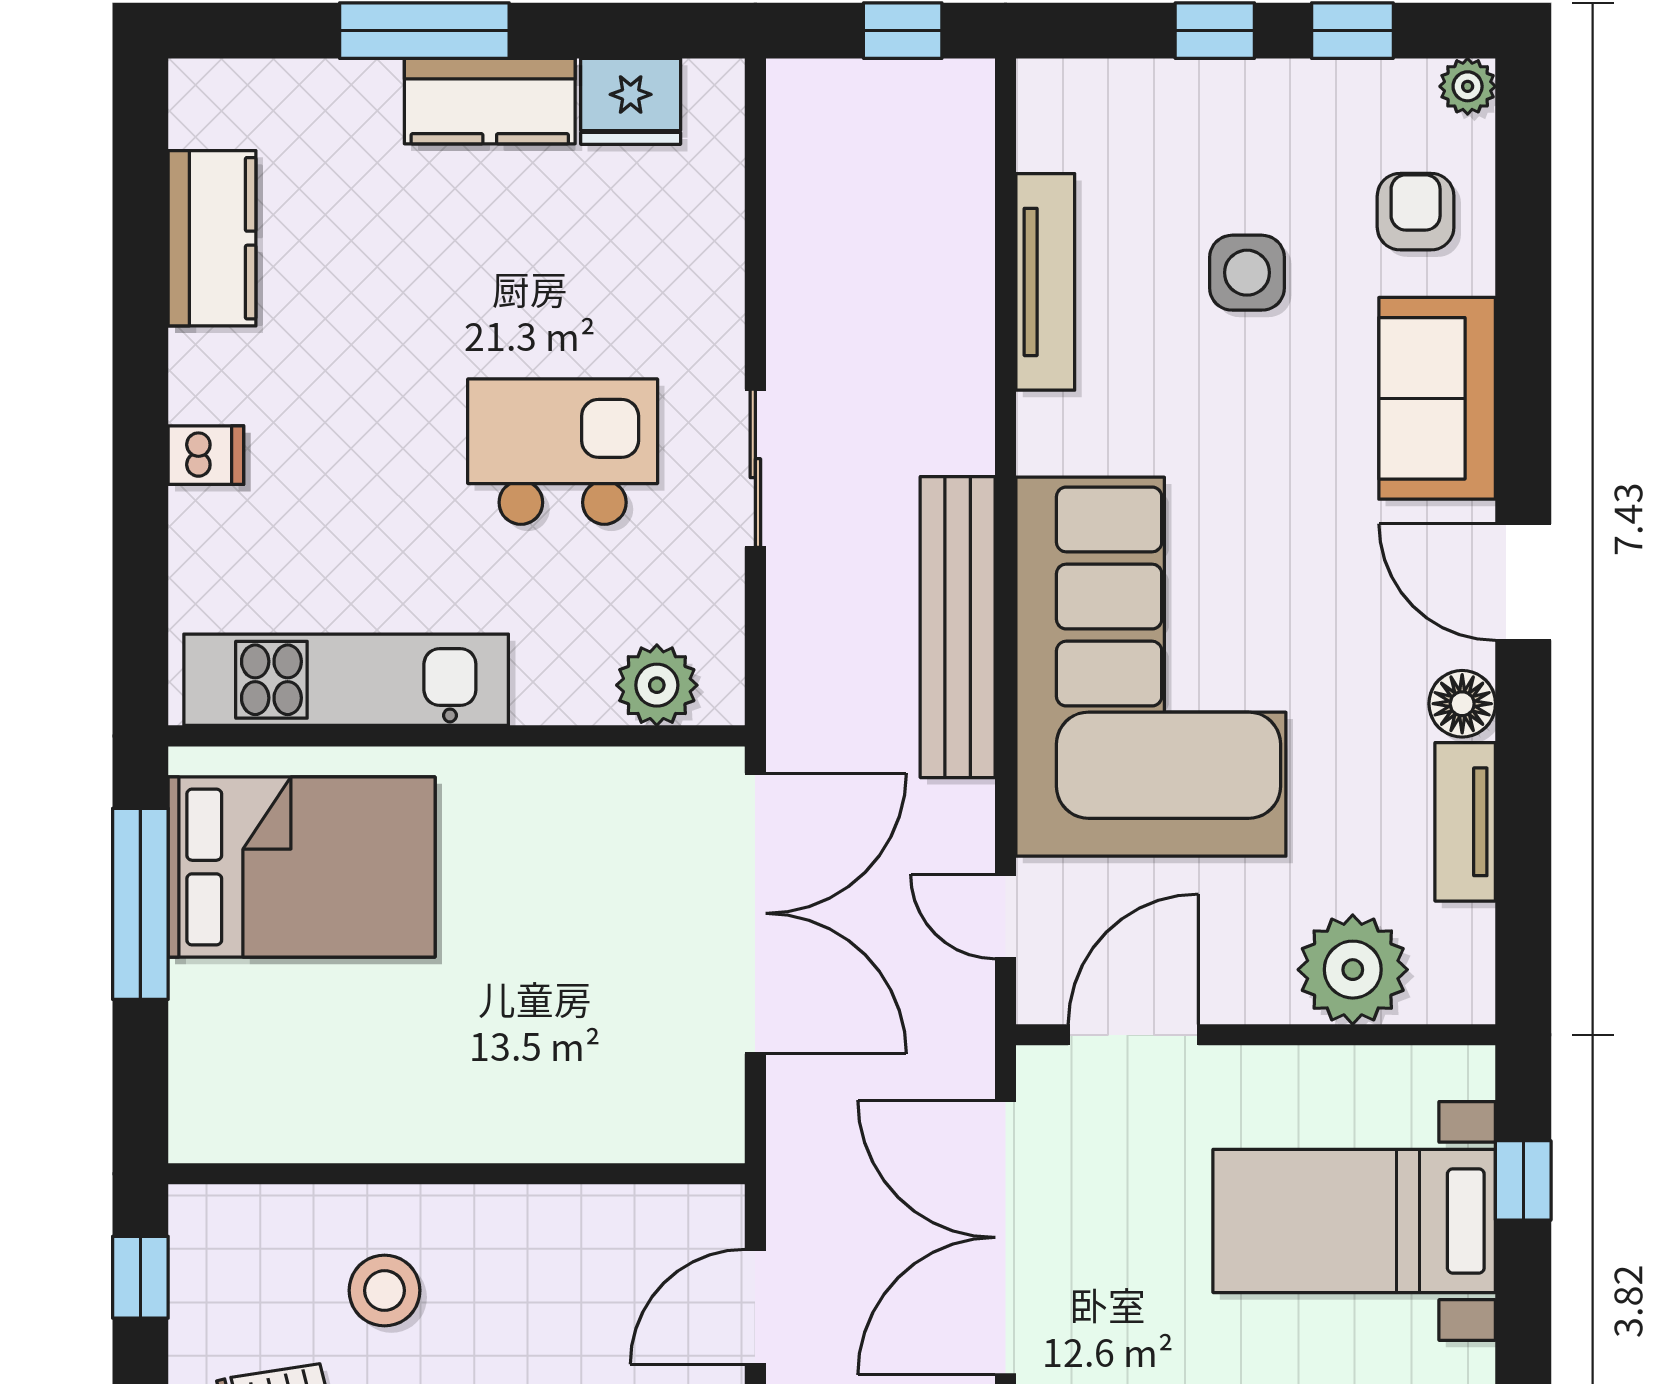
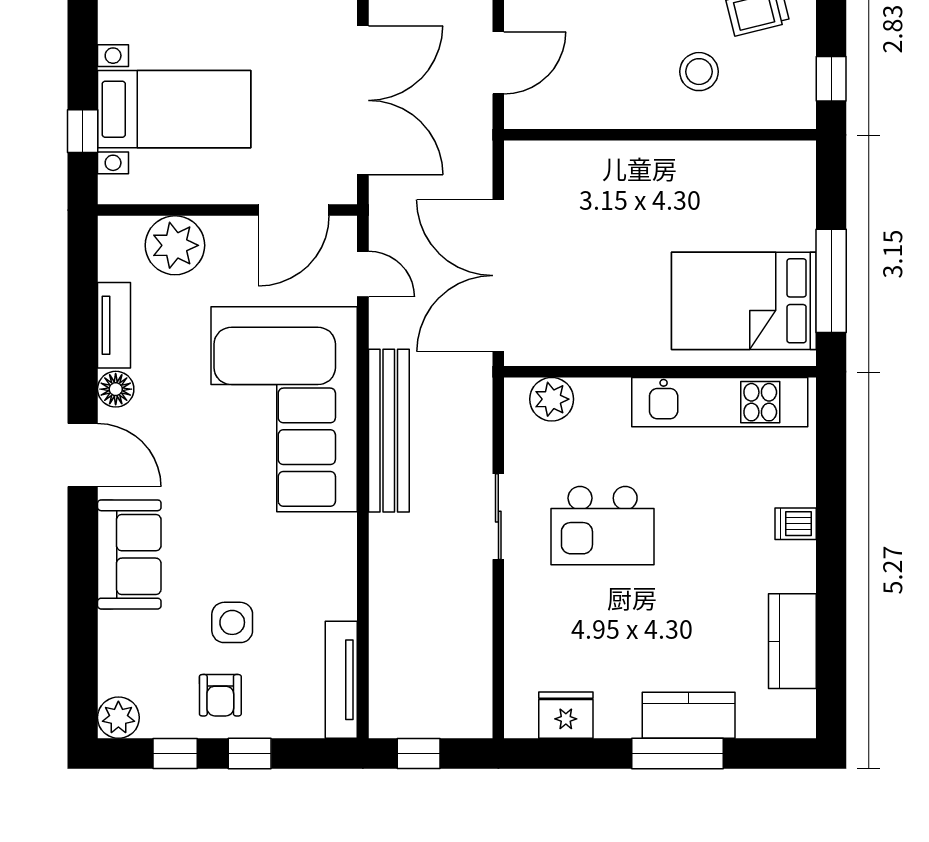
plant: (1468, 86) -> (118, 718), width x1.38, depth x1.38
kitchen counter: (490, 101) -> (689, 715), moved
armchair: (1416, 212) -> (220, 695), moved
tv unit: (1045, 282) -> (341, 680), moved

